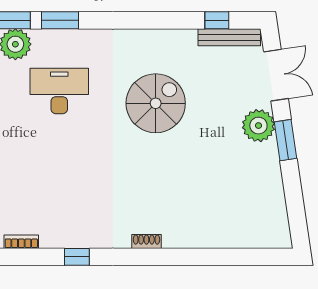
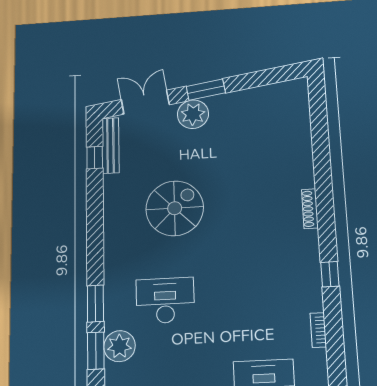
desk: (59, 91) -> (165, 301), turned 90
spiral stairs: (156, 103) -> (175, 208), turned 90
shoe rack: (146, 241) -> (310, 209), width x1.43

